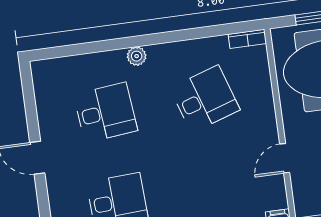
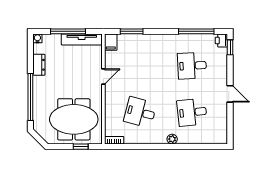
desk: (205, 99) -> (140, 112), turned 33

